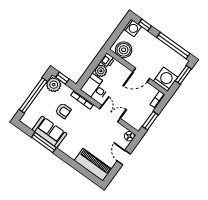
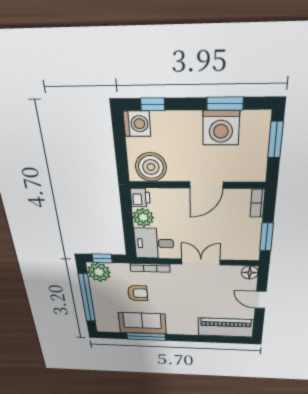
window: (173, 45) -> (225, 104), width x0.47
washing machine: (166, 79) -> (221, 128), moved, turned 180

